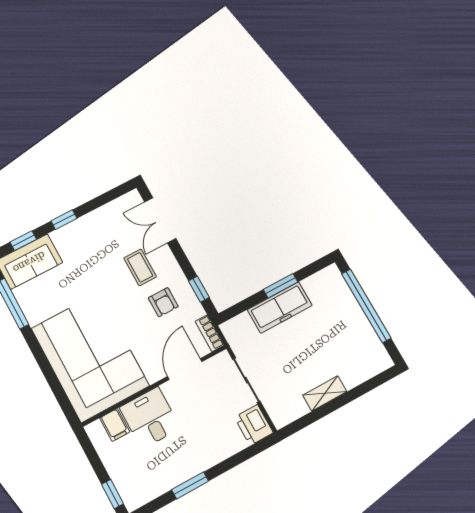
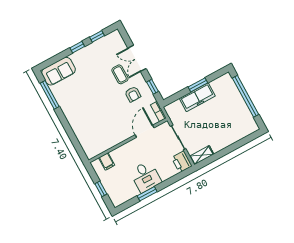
double door: (160, 220) -> (137, 58), moved
window: (23, 241) -> (97, 36), moved
corner sofa: (90, 357) -> (93, 124), removed
shelving: (325, 393) -> (202, 155), moved
desk: (150, 418) -> (146, 177), moved, turned 180
window: (112, 494) -> (101, 189), moved

